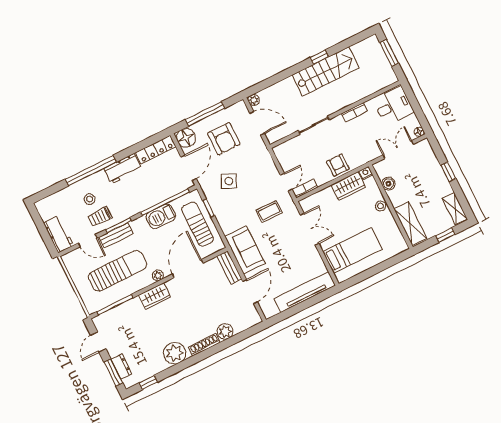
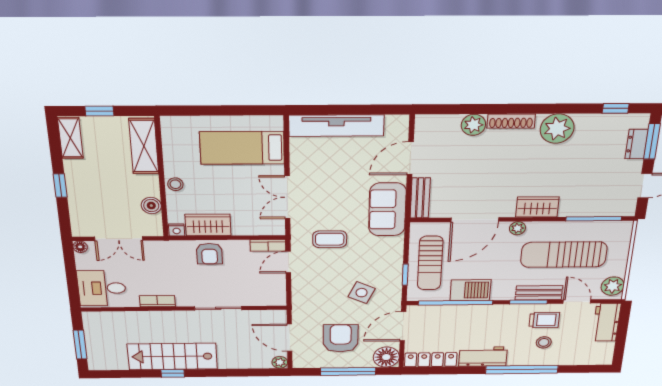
plant: (72, 263) -> (613, 286), added

